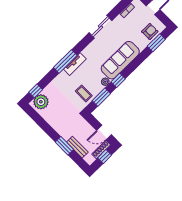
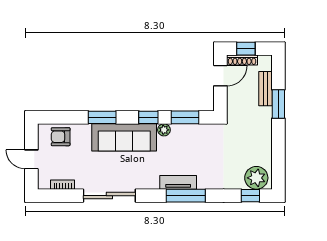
sliding door: (101, 27) -> (109, 196), width x1.37
window: (156, 43) -> (102, 117), moved
coffee table: (84, 93) -> (200, 140), removed
door: (104, 132) -> (220, 76), hinge flipped

